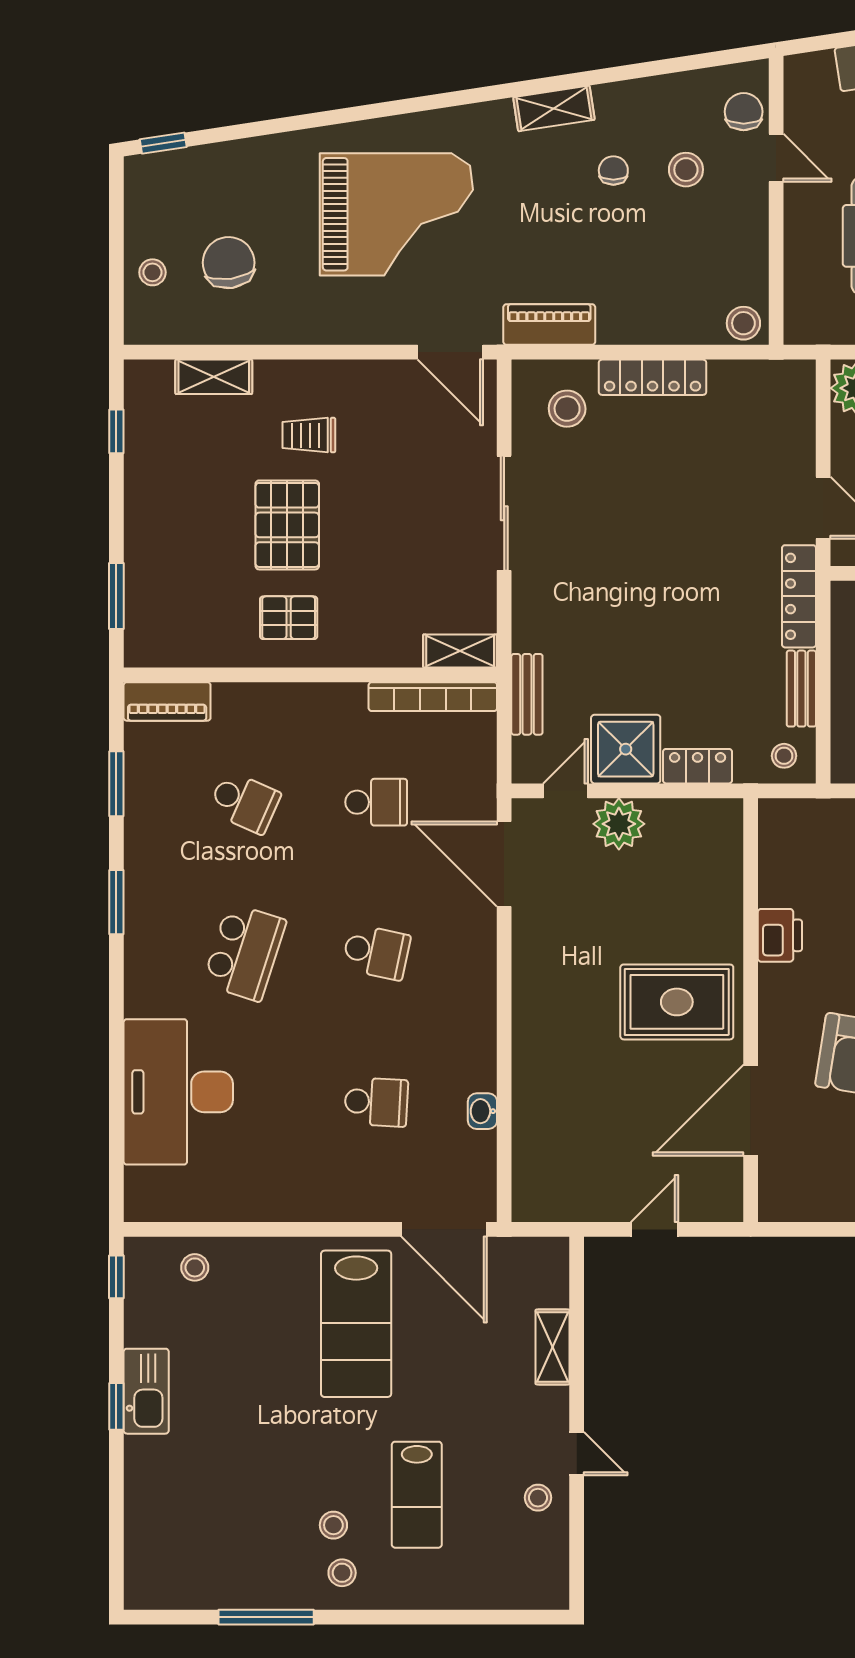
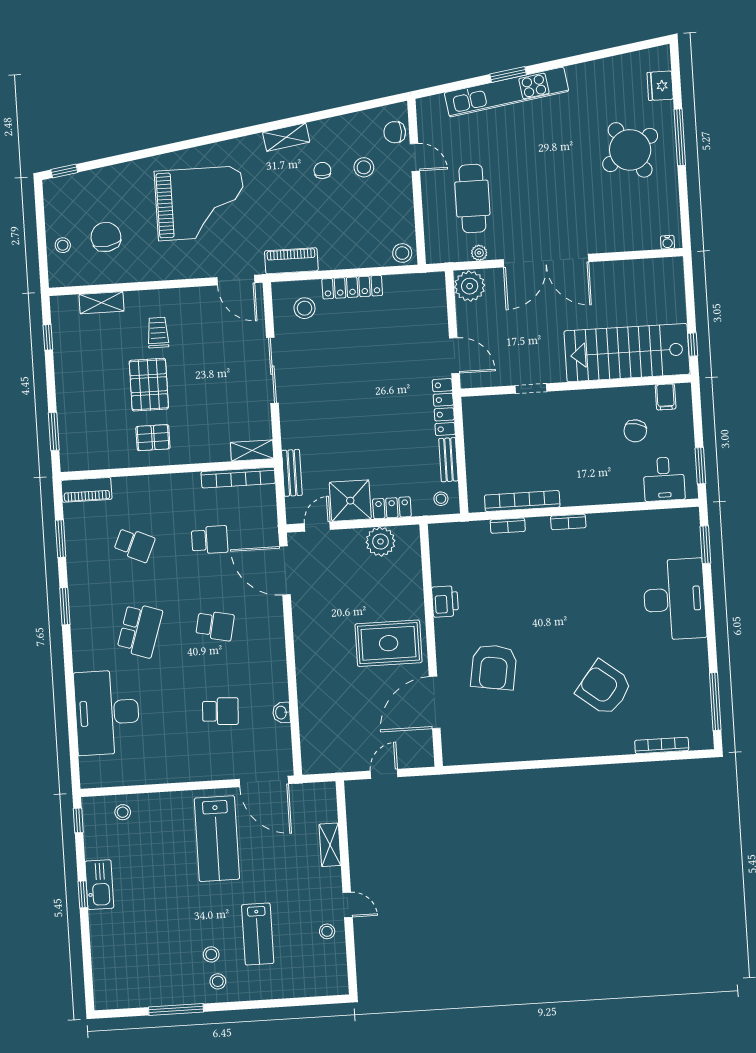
chair: (744, 112) -> (395, 132), turned -90
trolley: (309, 435) -> (158, 333), turned 90
plant: (619, 824) -> (380, 542), moved

